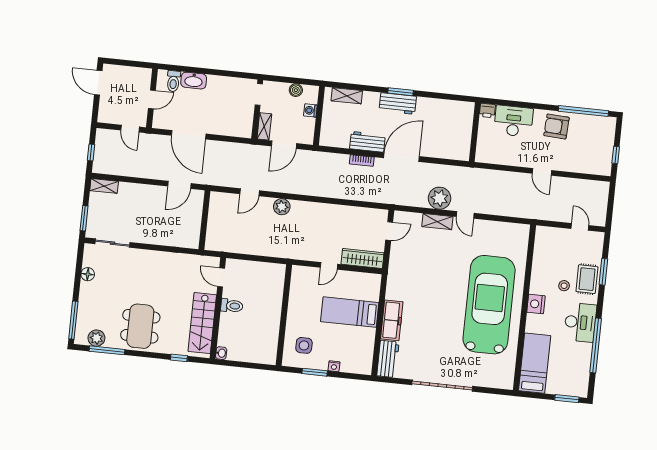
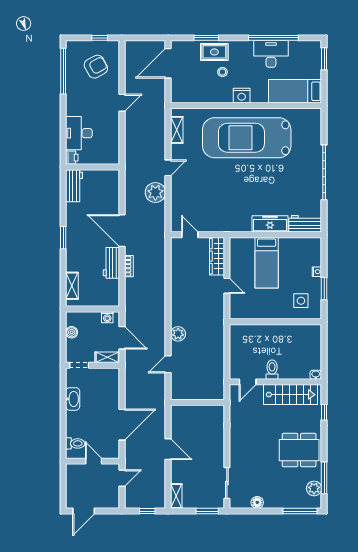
washbasin: (194, 81) -> (73, 399), moved
workbench: (398, 104) -> (74, 186), moved
washing machine: (310, 110) -> (107, 317), moved
armchair: (556, 126) -> (96, 67), moved, turned -122
door: (179, 185) -> (168, 449), moved
door: (250, 192) -> (168, 364), swing flipped
shelving: (437, 222) -> (177, 130), moved
door: (580, 227) -> (168, 63), width x1.88
desk: (580, 322) -> (271, 54), moved

